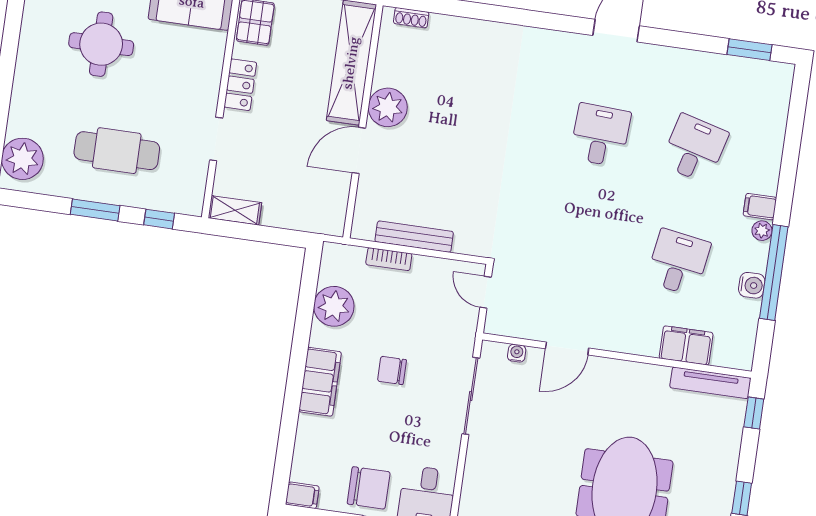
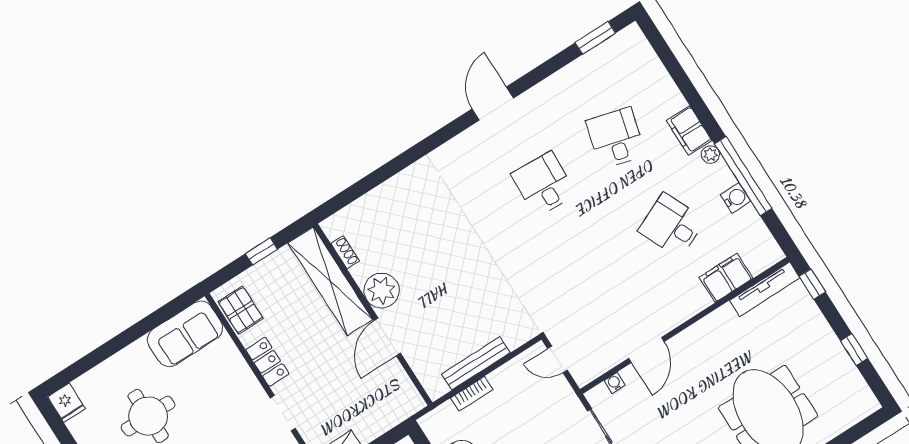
shoe rack: (411, 18) -> (345, 252), moved, turned -90
filing cabinet: (760, 207) -> (689, 131), width x2.00
desk: (678, 262) -> (672, 225), turned -33

